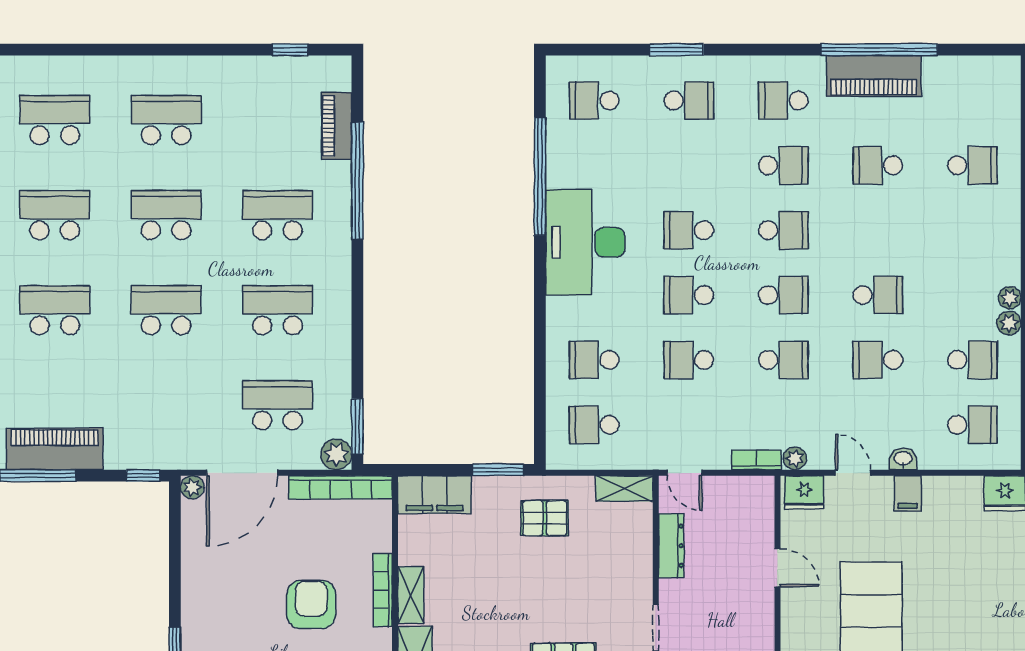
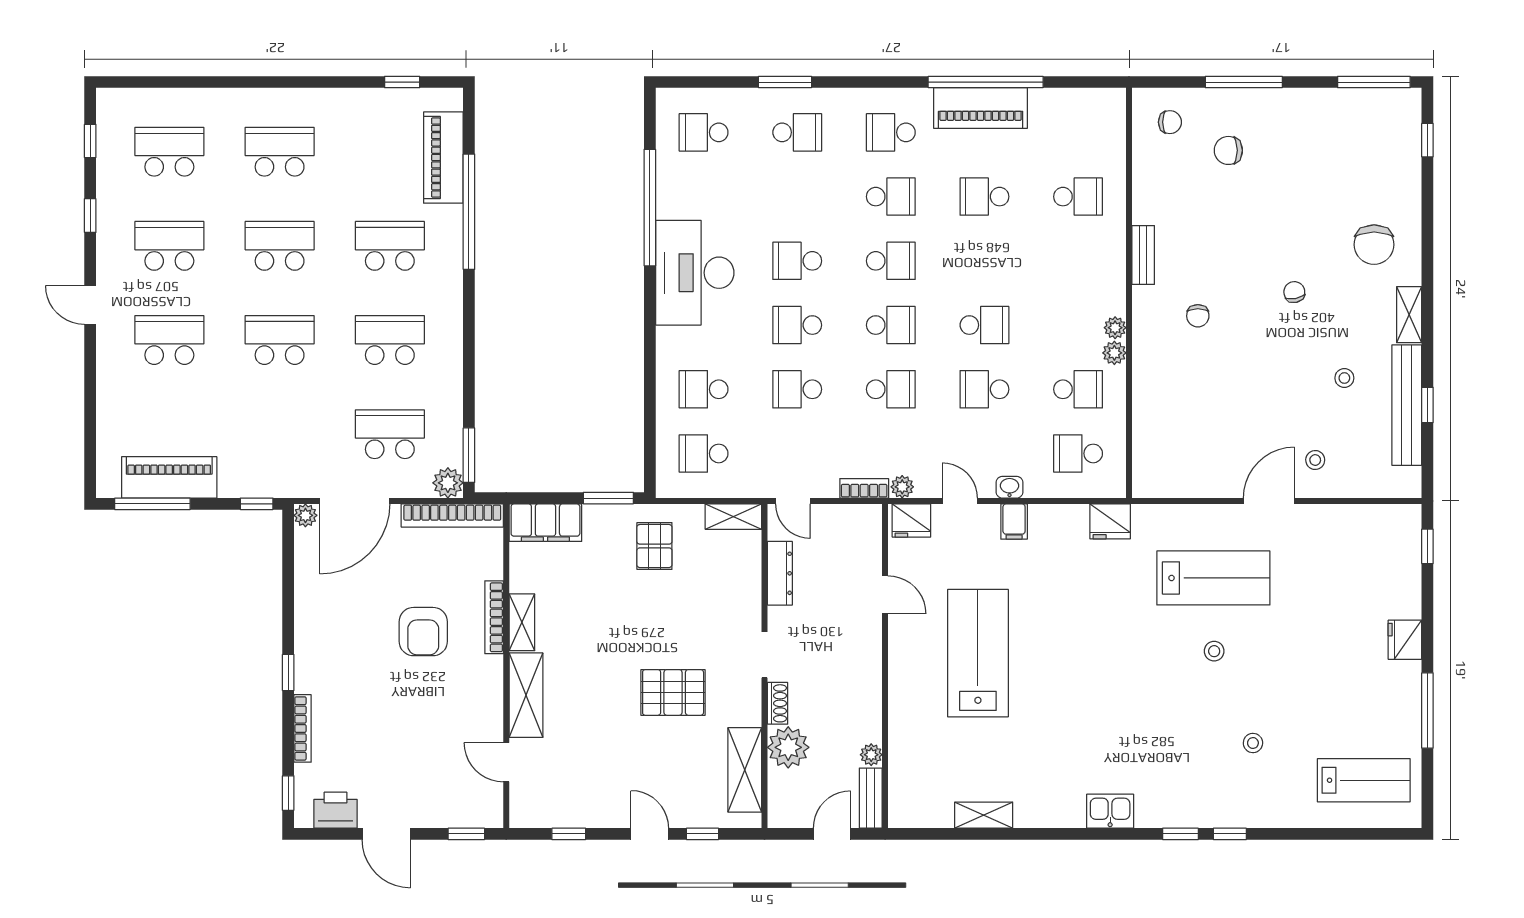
piano: (337, 126) -> (443, 158), width x1.37, depth x1.33
school desk: (972, 425) -> (1078, 453), turned 180
pallet: (545, 518) -> (654, 546), turned 90
armchair: (311, 605) -> (423, 632), turned 180

